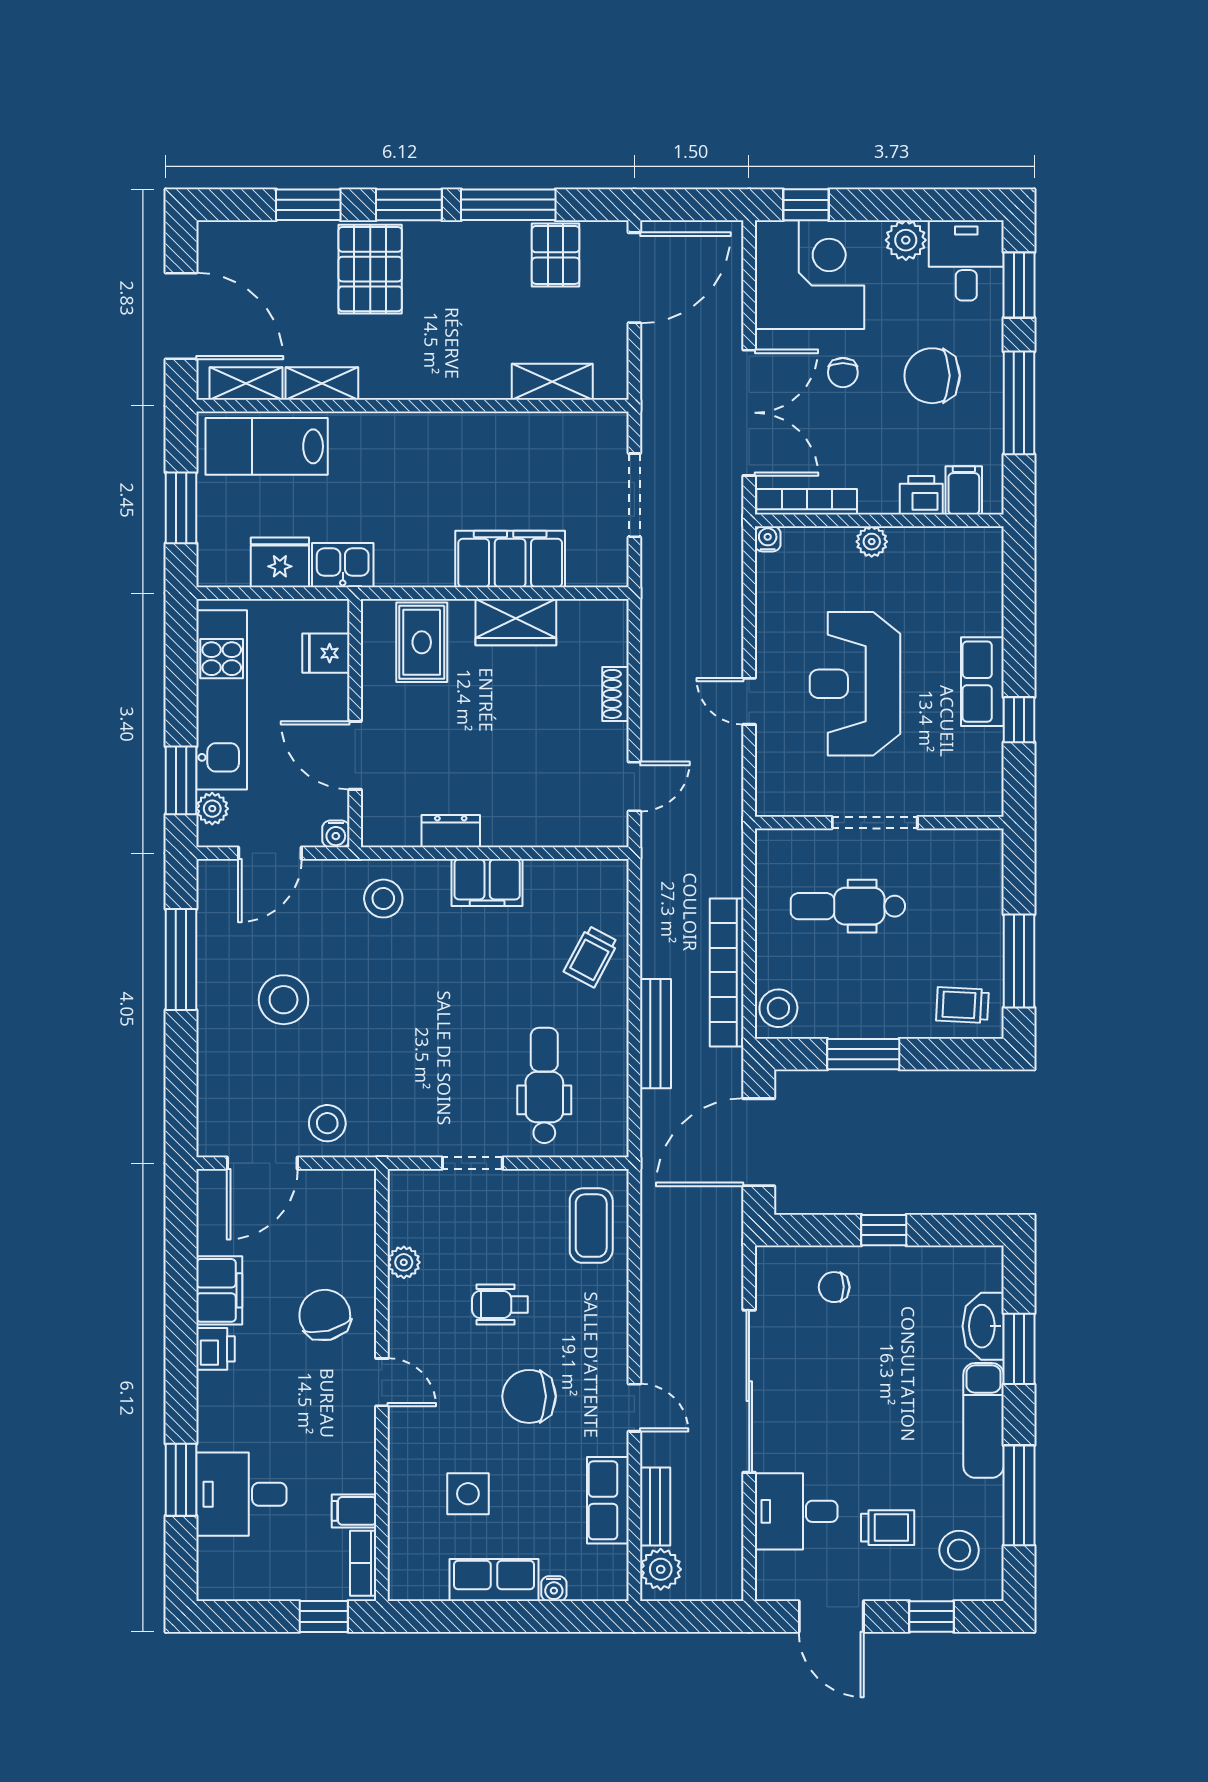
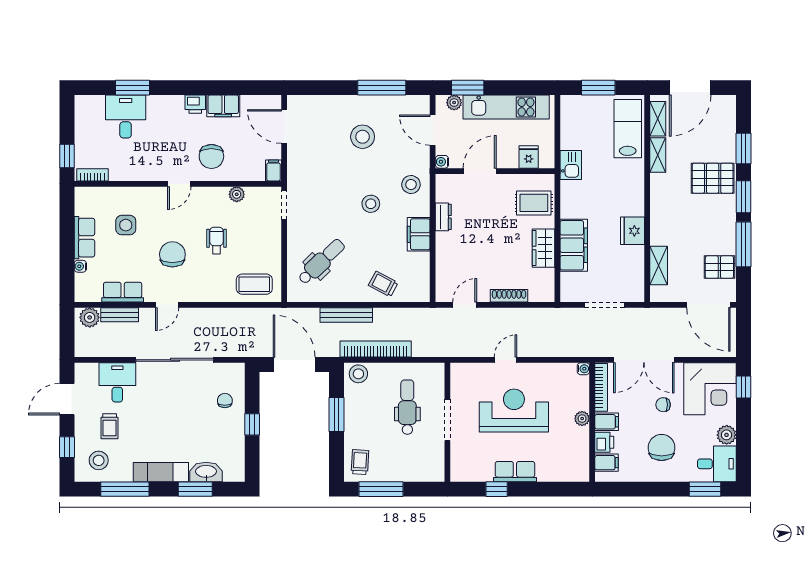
window: (1019, 403) -> (649, 489), removed
filing cabinet: (878, 490) -> (607, 422), added
fridge: (280, 562) -> (632, 231), moved, turned 180
shoe rack: (616, 694) -> (509, 296), width x1.43
door: (634, 787) -> (465, 305), swing flipped
dental chair: (544, 1085) -> (321, 262), turned -44
stool: (327, 1123) -> (371, 204), moved
doorway: (472, 1163) -> (284, 205), moved
chair: (325, 1315) -> (211, 156), turned 104
filing cabinet: (354, 1511) -> (273, 170), moved

